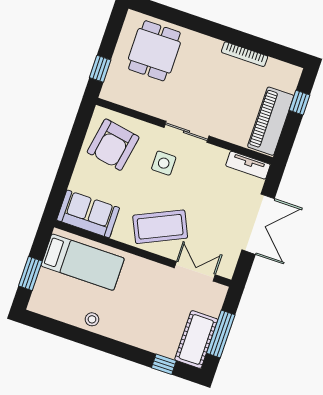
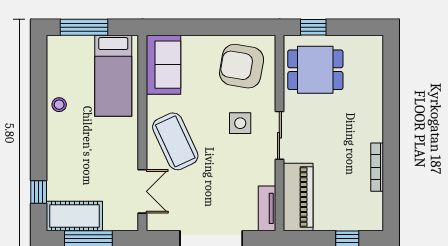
dining table: (154, 51) -> (315, 70), moved
piano: (271, 121) -> (298, 197), moved, turned 90
window: (30, 274) -> (84, 27), width x1.44

